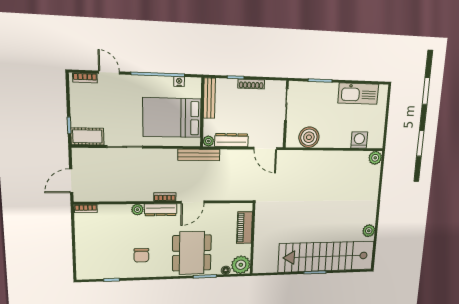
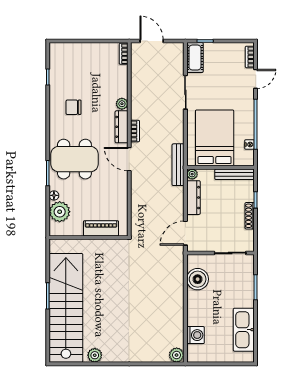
piano: (245, 228) -> (101, 228), moved
wall: (253, 239) -> (89, 238), moved

